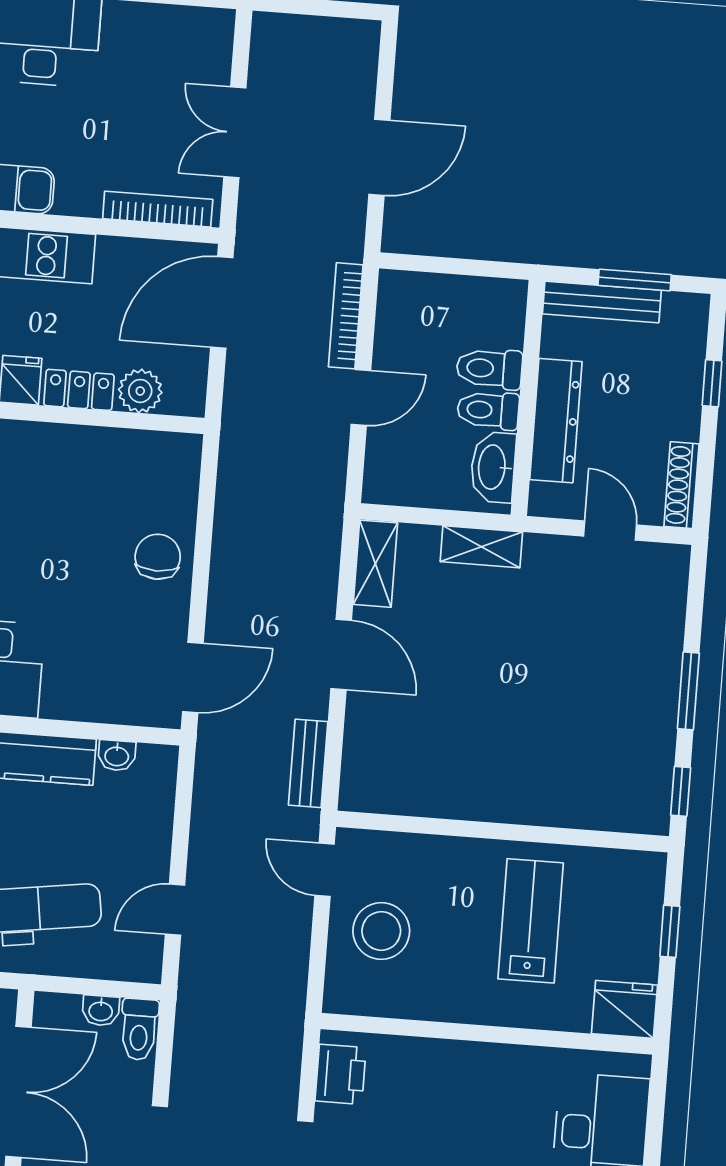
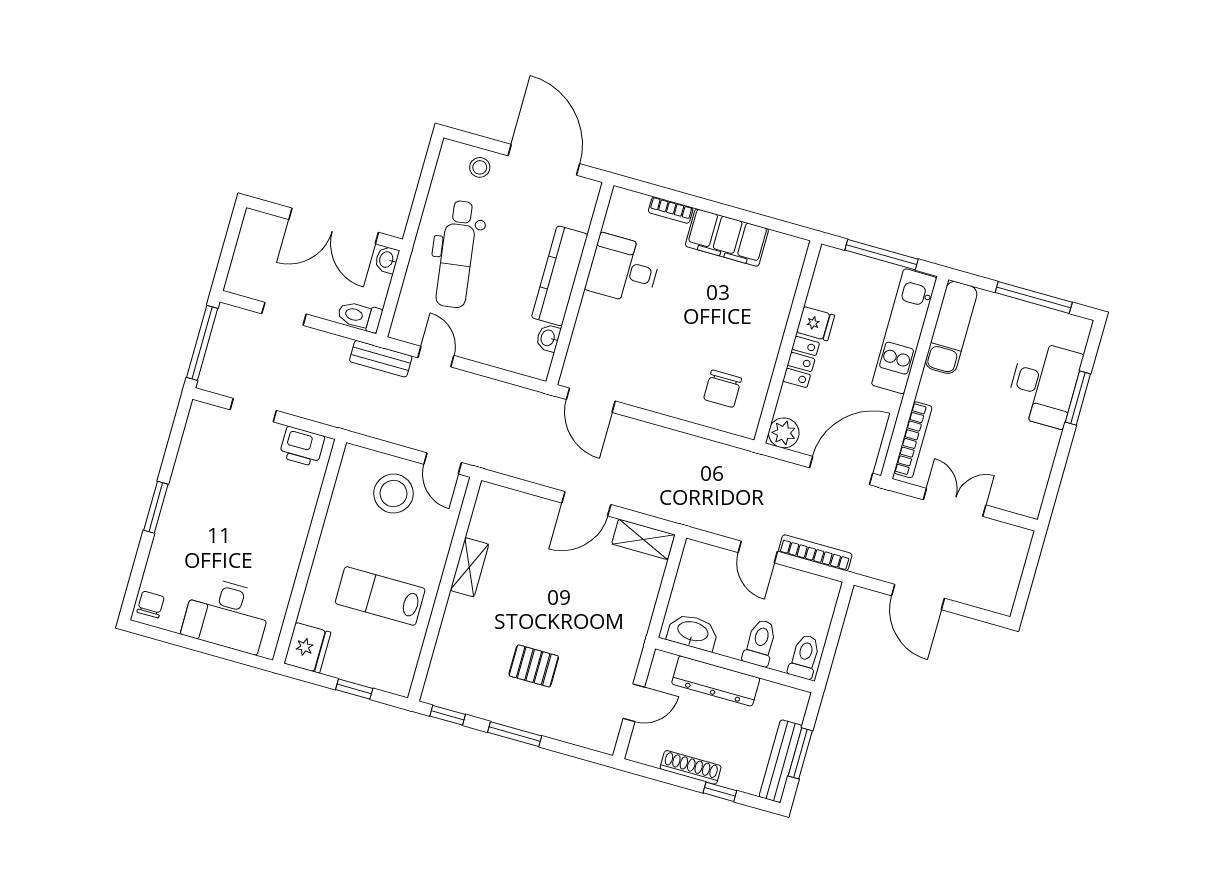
door: (222, 302) -> (841, 471), hinge flipped
bench: (602, 302) -> (781, 761), moved
plant: (140, 391) -> (784, 433), moved
toilet: (488, 410) -> (804, 657), moved
shoe rack: (682, 485) -> (691, 767), moved
shelving: (481, 547) -> (469, 567), moved
chair: (158, 557) -> (723, 389), moved, turned 90
pallet: (586, 683) -> (534, 666), added
bench: (308, 763) -> (381, 359), moved
door: (325, 870) -> (443, 463), swing flipped
lab bench: (531, 921) -> (380, 596), turned 180
washbasin: (101, 1011) -> (387, 260), moved

